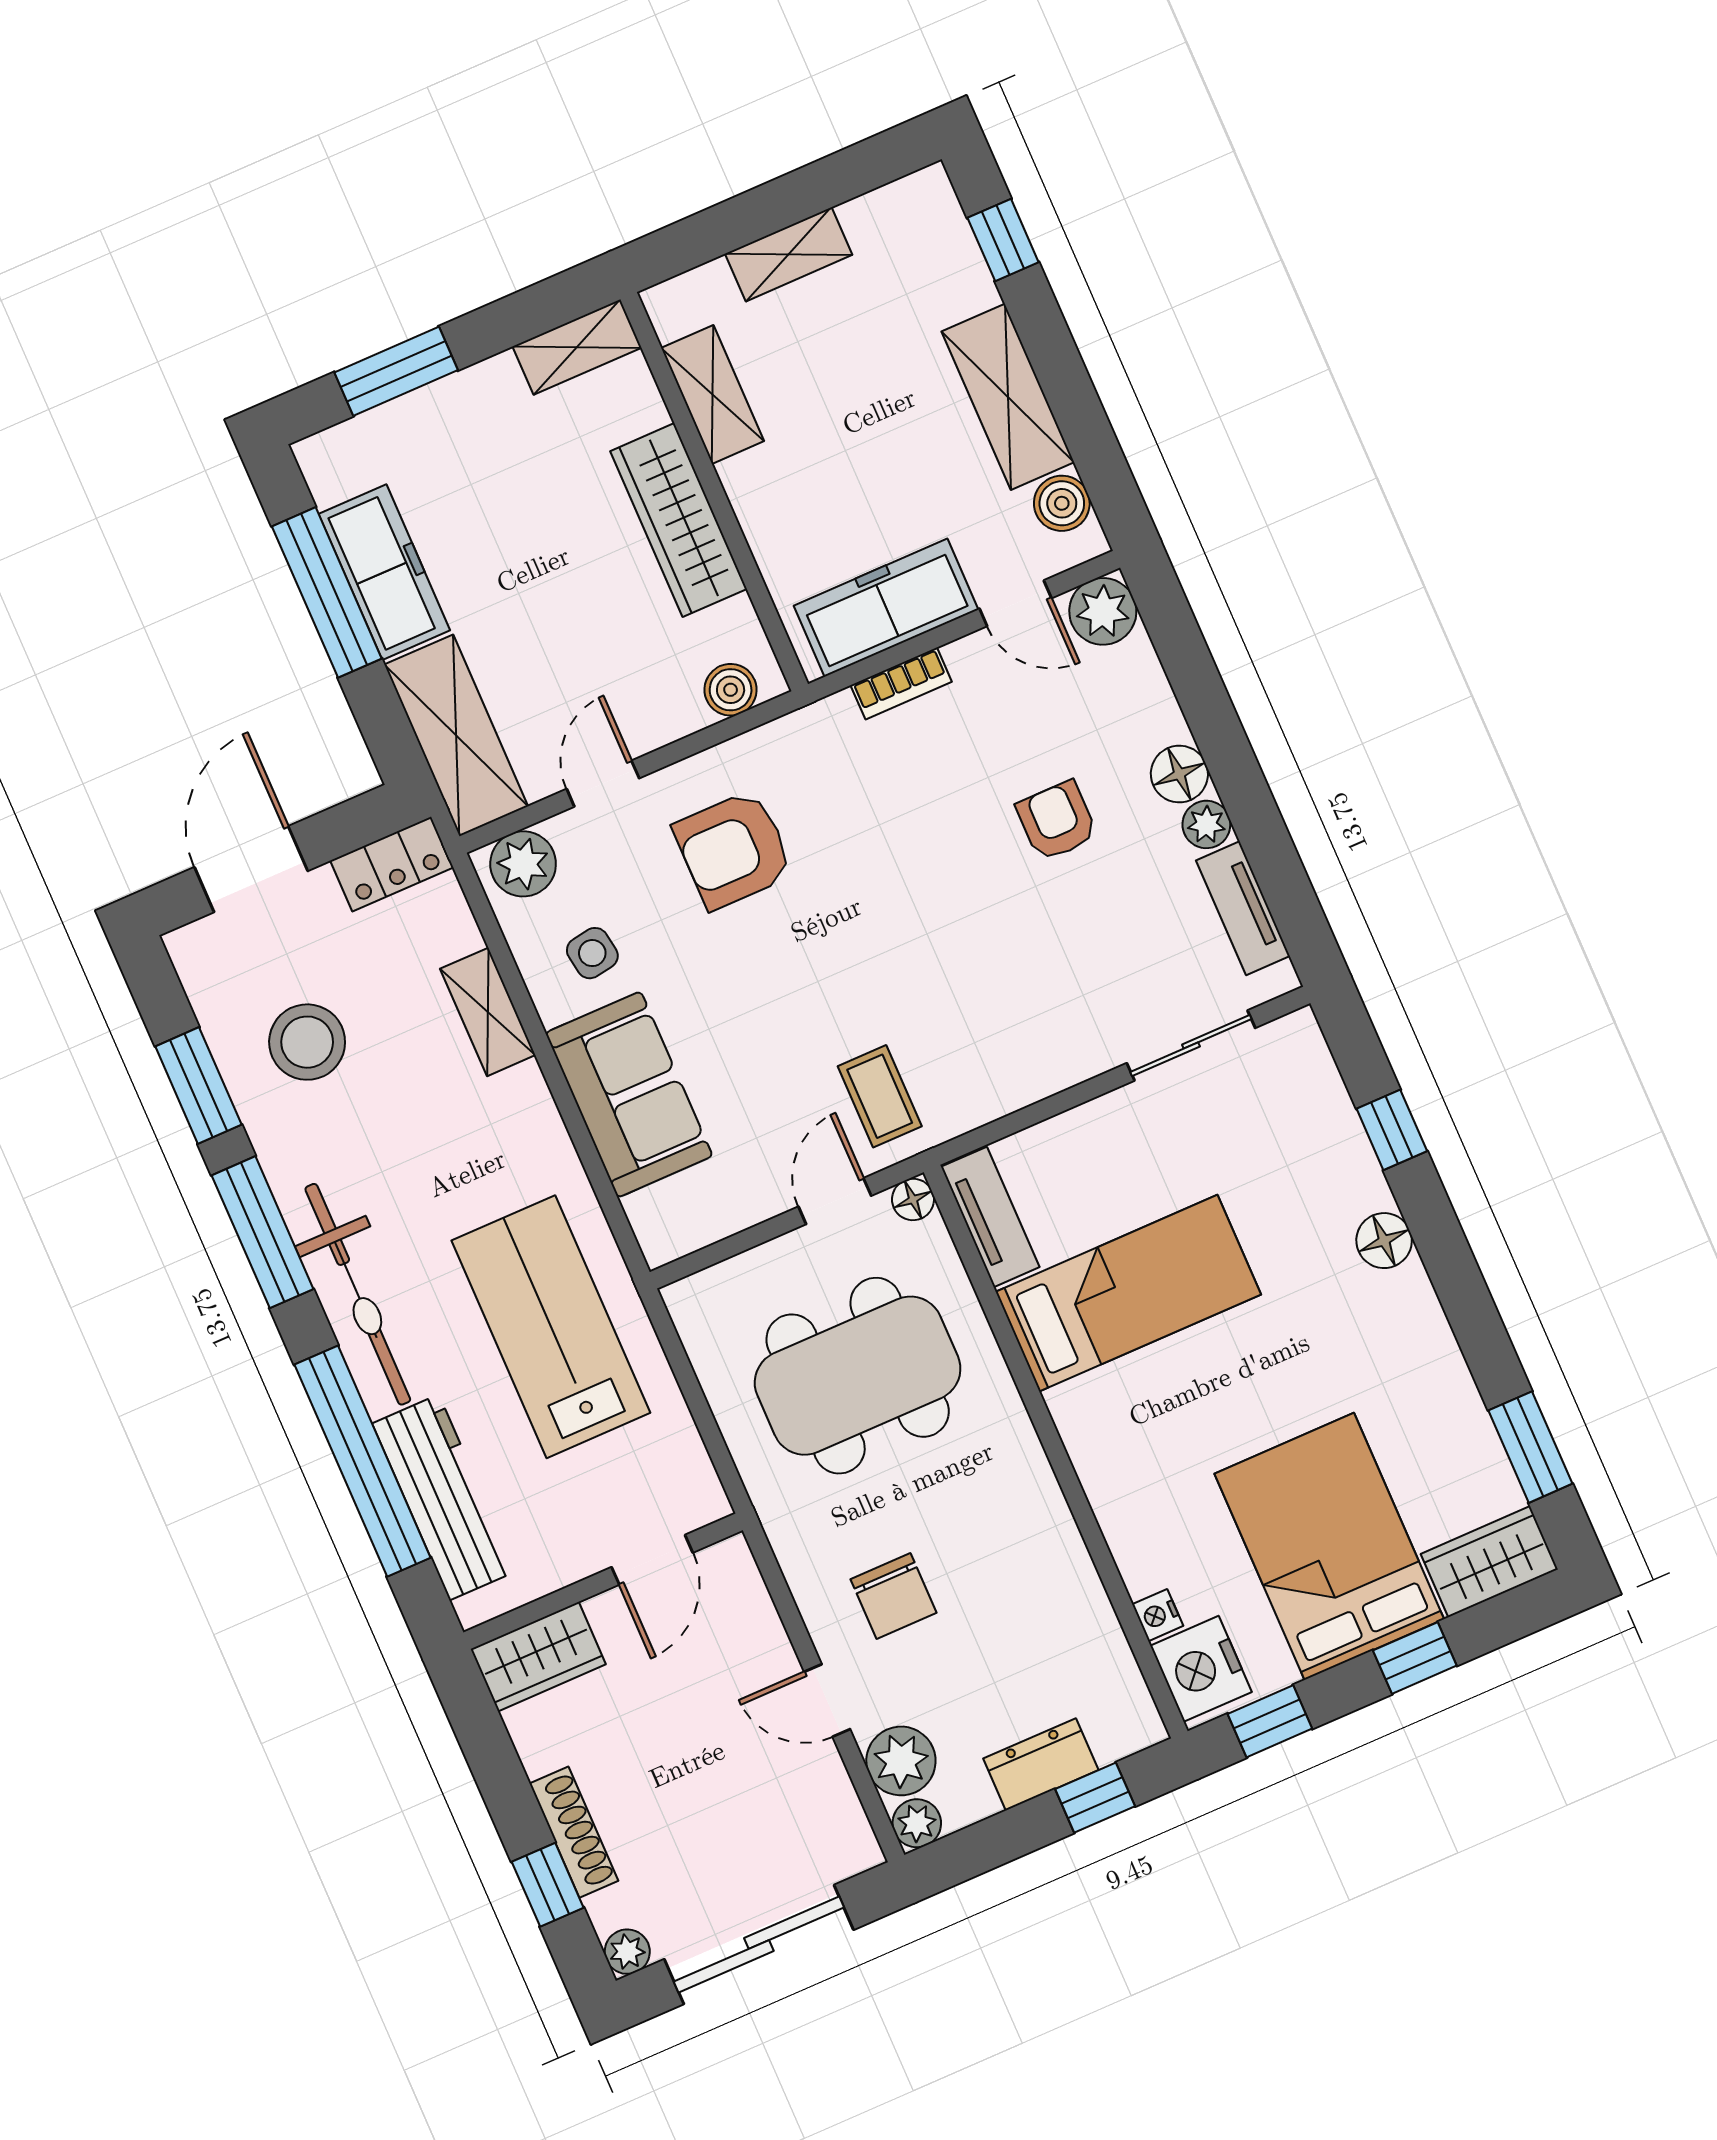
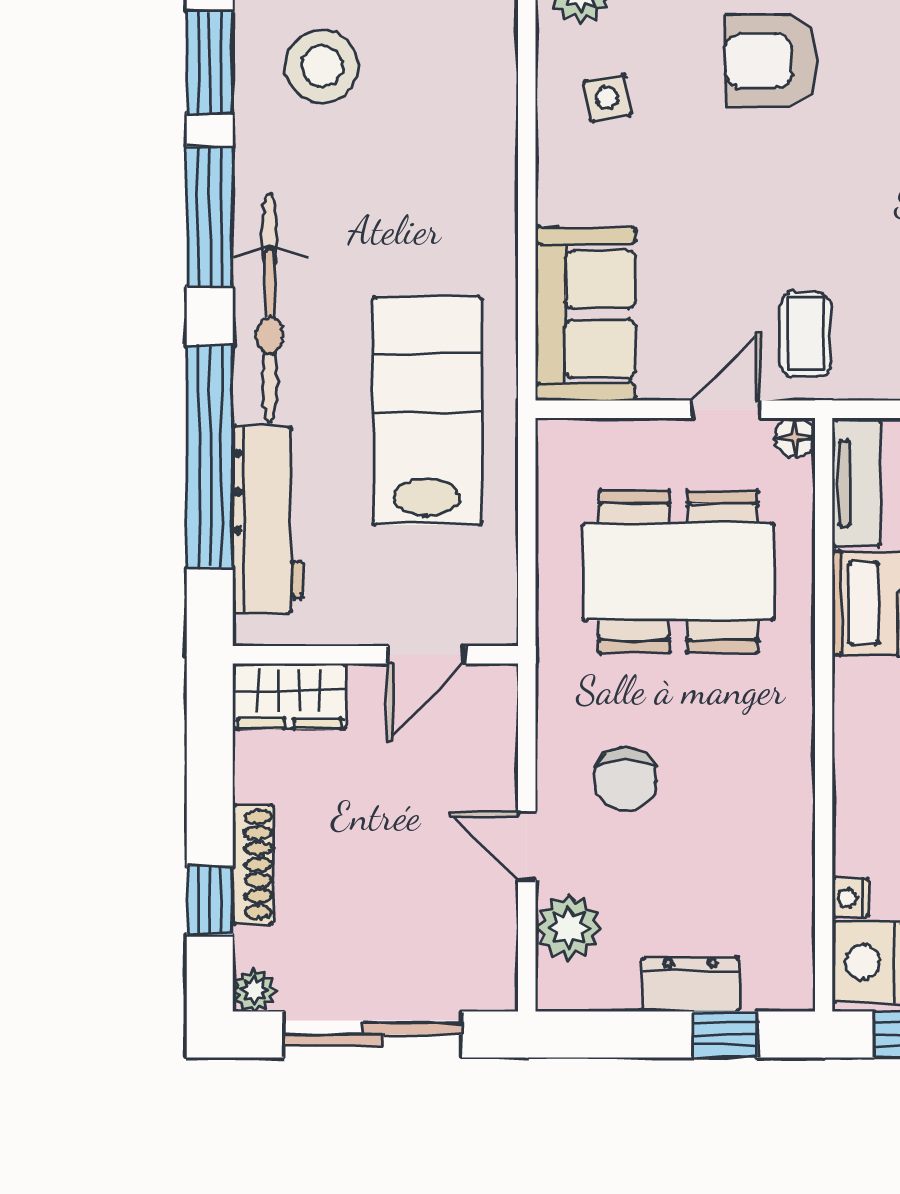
shelving: (488, 1012) -> (493, 109), removed
sofa: (629, 1094) -> (585, 314), moved
plant: (917, 1823) -> (558, 989), removed

